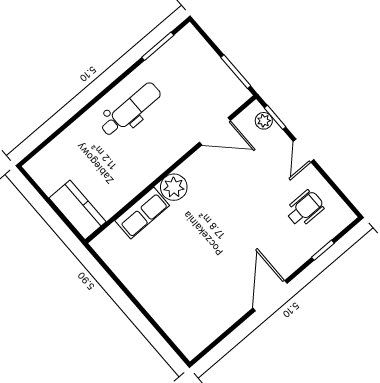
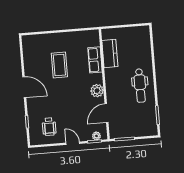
plant: (174, 187) -> (97, 91), moved
kitchen counter: (78, 210) -> (110, 54), moved, turned -90
coffee table: (193, 265) -> (59, 65), added

